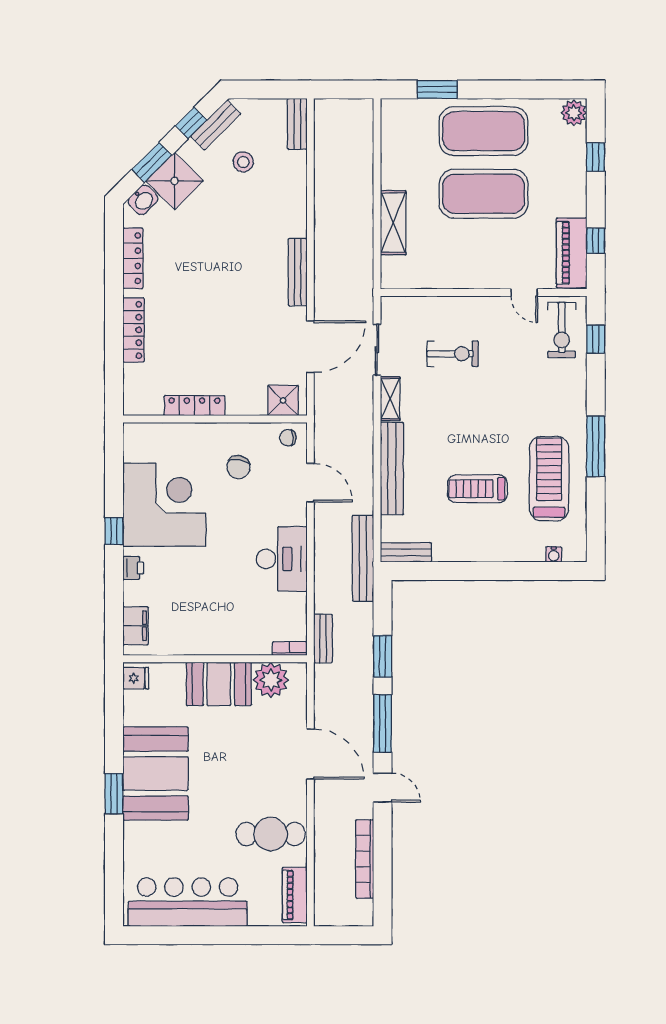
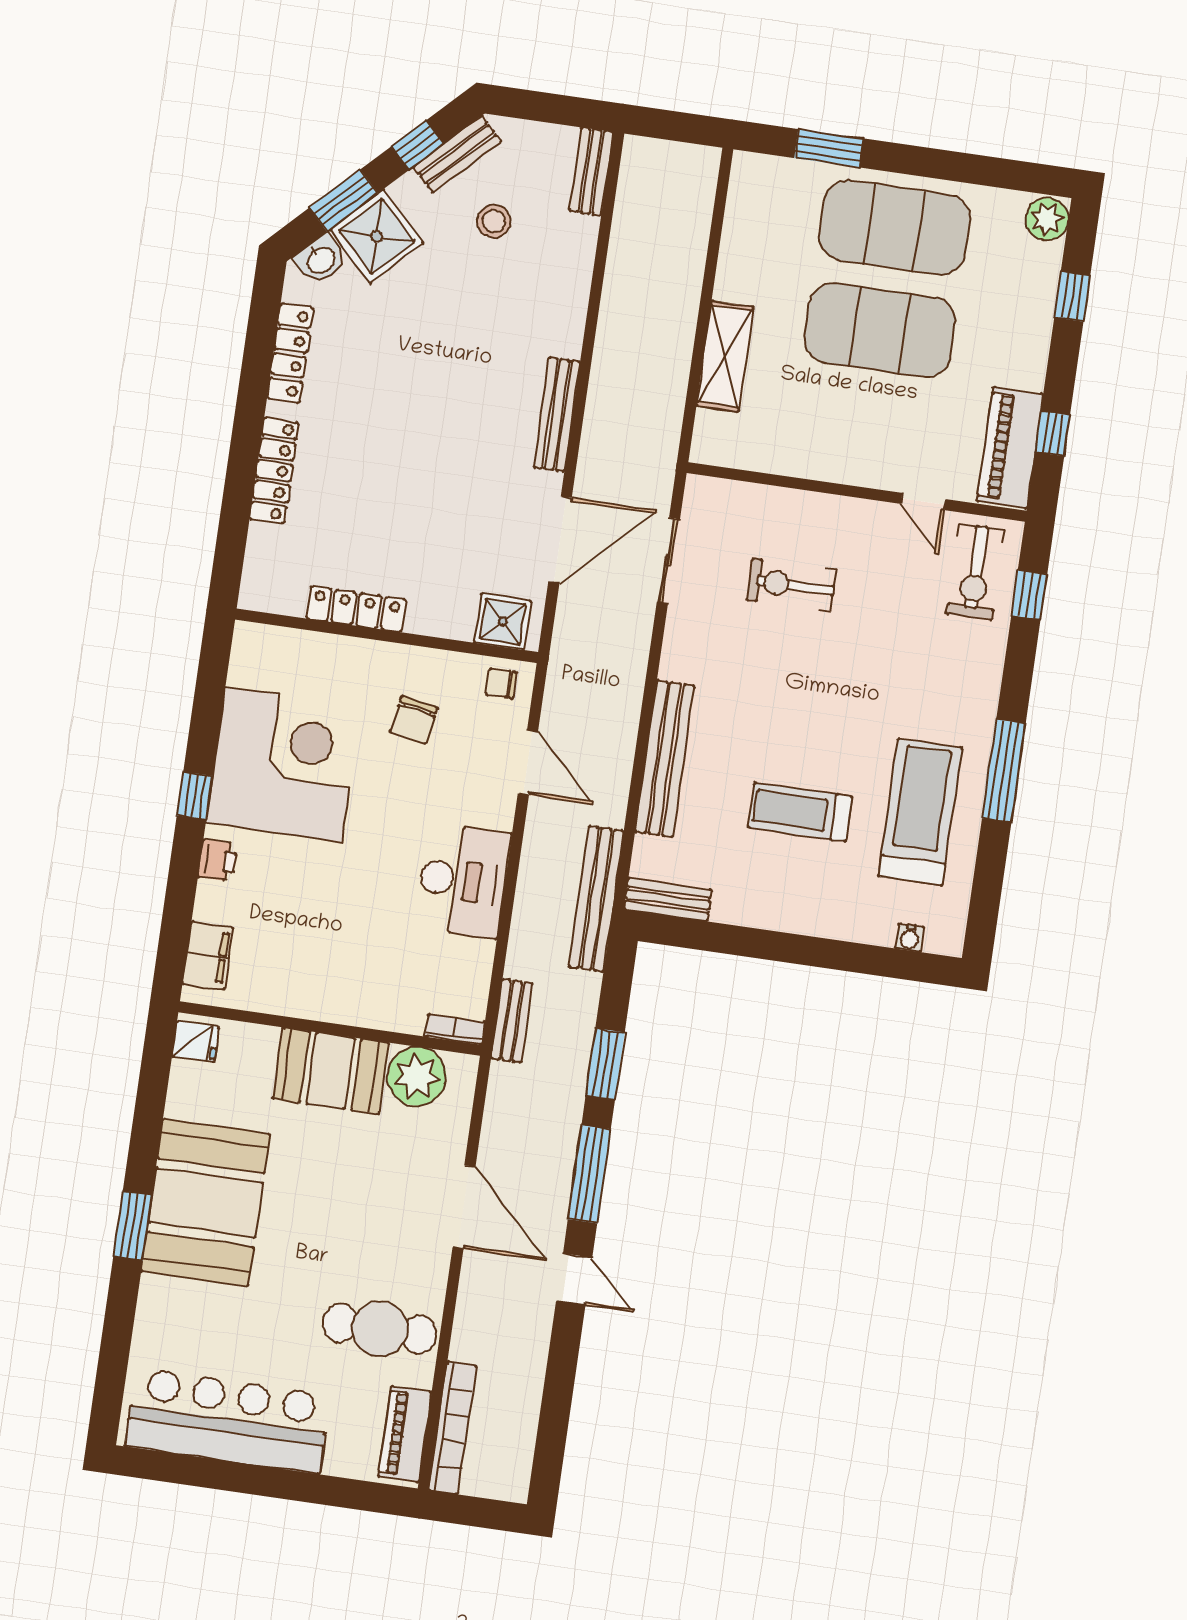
exercise bike: (453, 354) -> (791, 585), turned 180
shelving: (390, 399) -> (678, 644), removed
bookcase: (365, 859) -> (453, 1428), moved, turned 180

